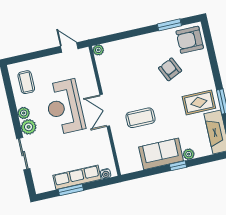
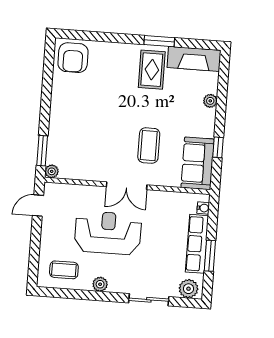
window: (169, 25) -> (42, 151), moved
armchair: (170, 69) -> (101, 92), removed
reception desk: (65, 107) -> (108, 233), turned 180
plant: (29, 127) -> (189, 289), moved
sofa: (161, 154) -> (198, 163), moved
window: (178, 166) -> (218, 147), moved

